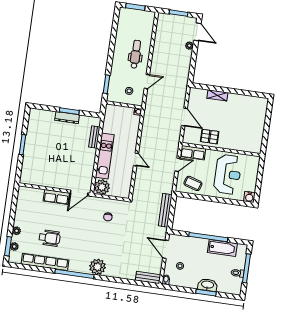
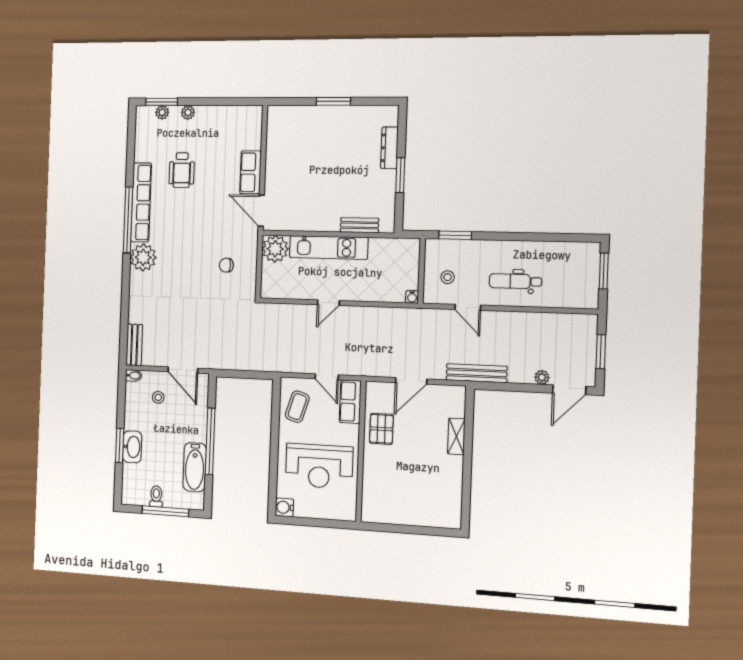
dental chair: (136, 54) -> (515, 281), turned 180
dresser: (67, 118) -> (389, 148), moved
bench: (165, 210) -> (477, 373), moved
door: (166, 249) -> (183, 370), swing flipped
row of seats: (45, 262) -> (141, 202), moved

